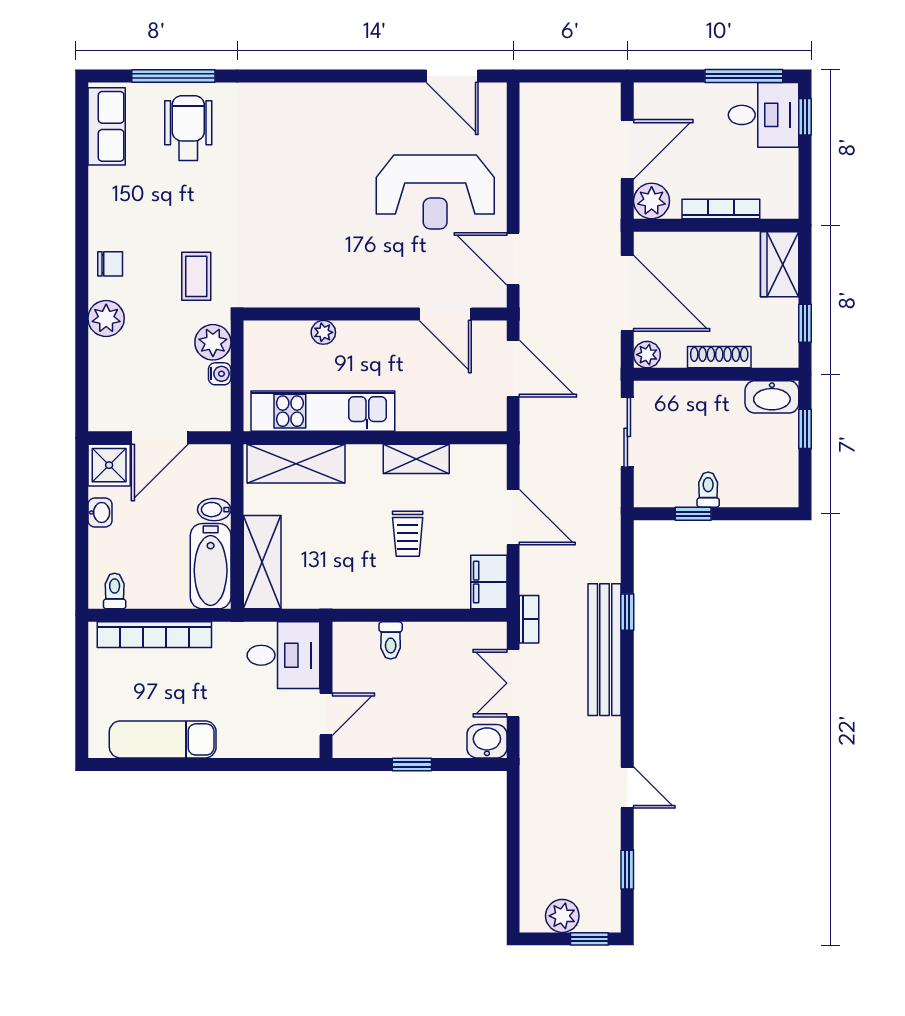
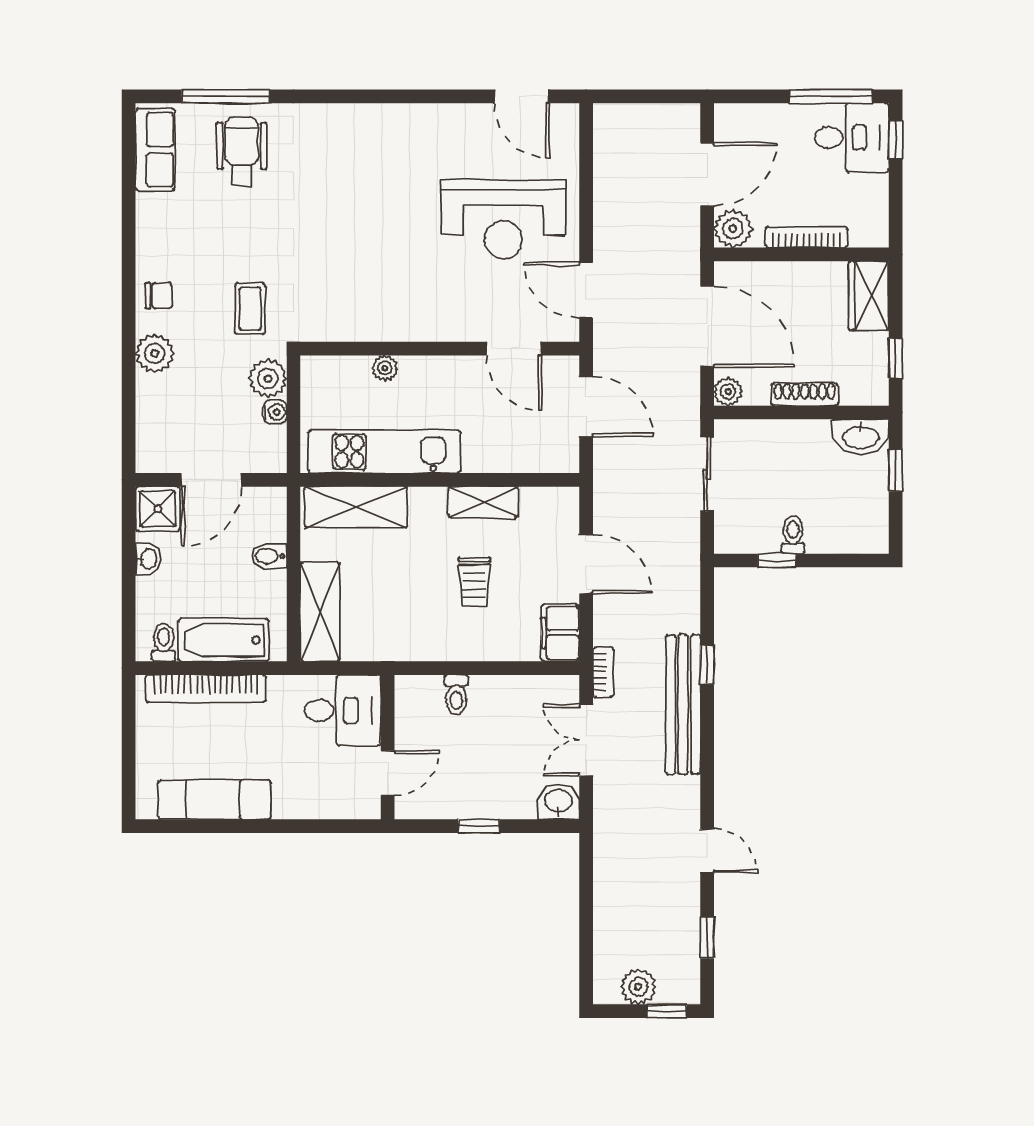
bathtub: (211, 566) -> (223, 640), moved, turned 90

